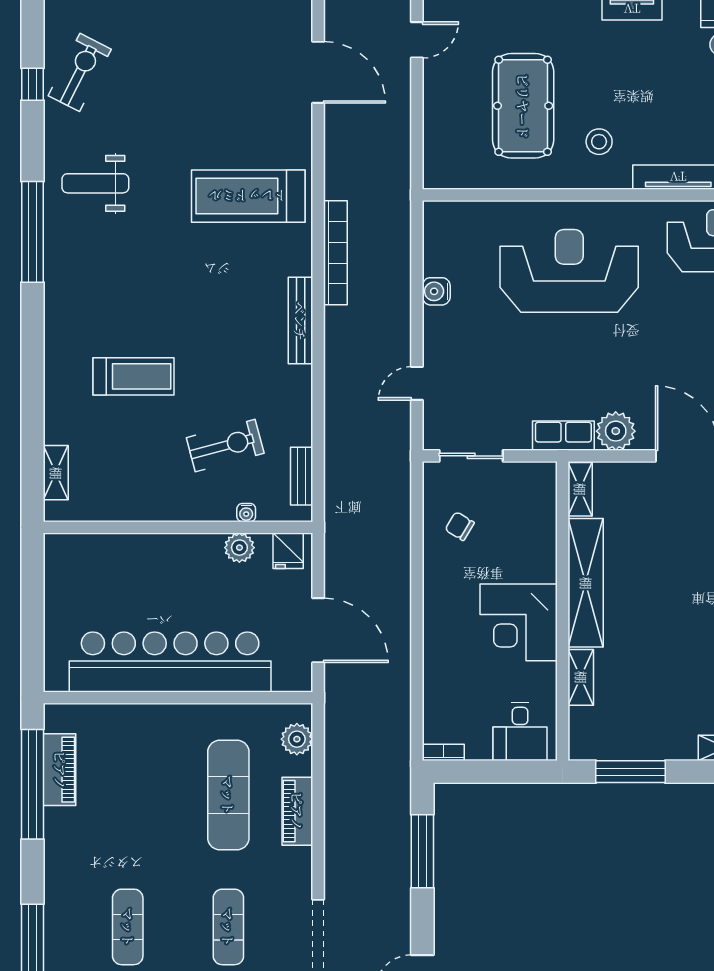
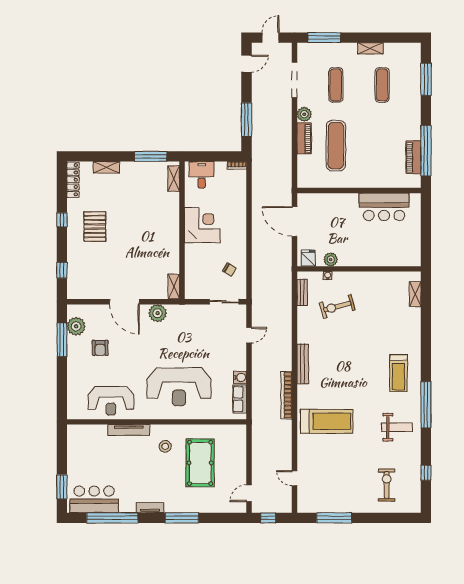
exercise bike: (80, 72) -> (387, 485), moved, turned 153
door: (318, 72) -> (294, 478), width x0.53
treadmill: (133, 376) -> (398, 373), moved, turned -90
row of seats: (563, 436) -> (240, 399), moved, turned 90
shelving: (586, 583) -> (171, 243), removed
bar counter: (170, 662) -> (384, 207), width x0.54
shelving: (581, 677) -> (174, 179), moved
plant: (297, 739) -> (304, 114), moved

